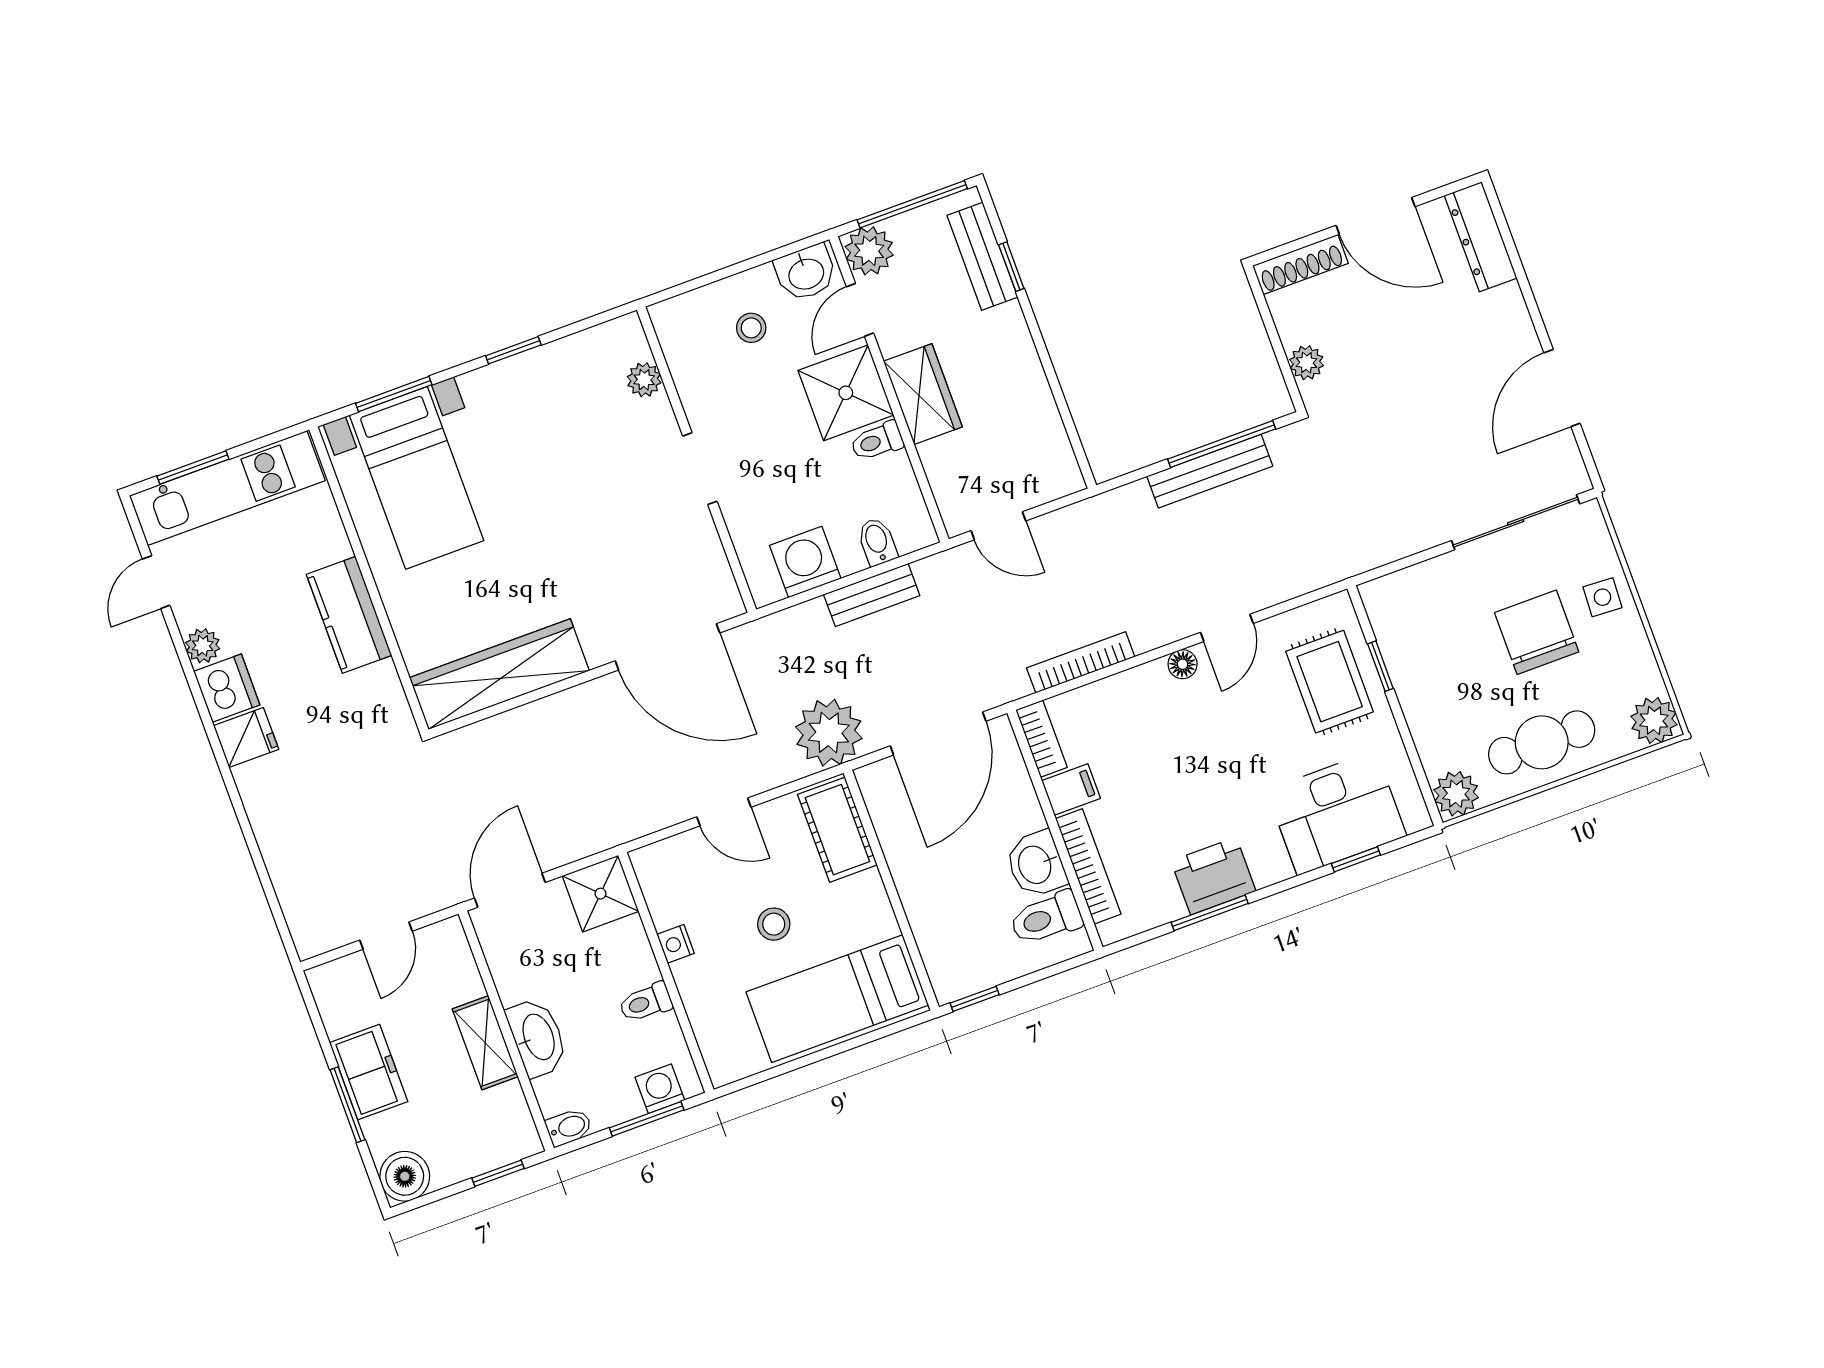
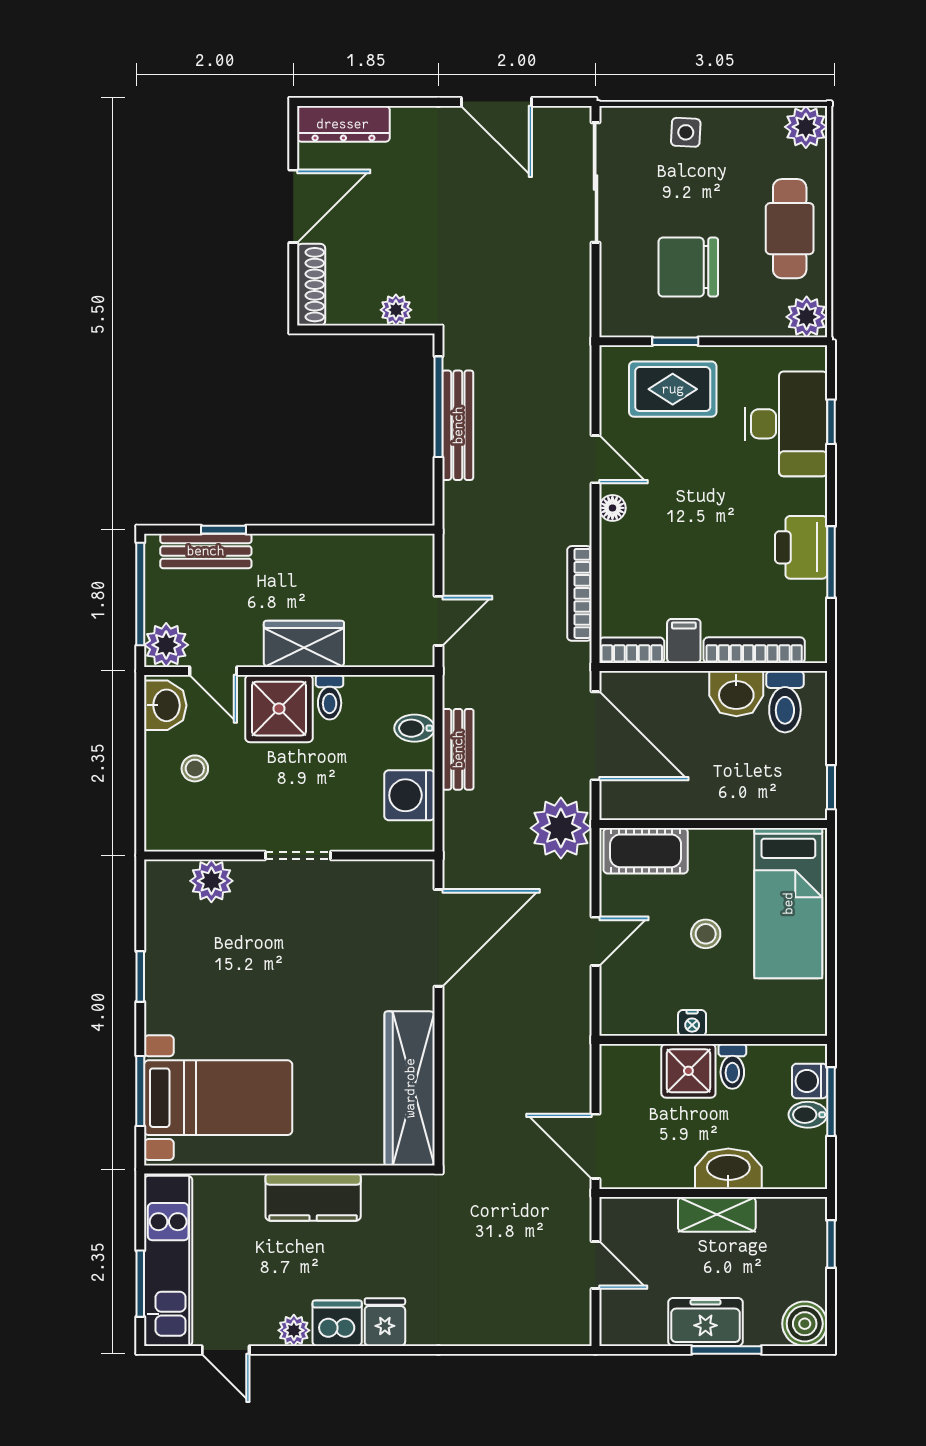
plant: (644, 380) -> (211, 881), width x1.38, depth x1.38
chair: (1537, 632) -> (688, 267), moved
shower: (601, 894) -> (688, 1071), moved
bidet: (569, 1127) -> (808, 1115), moved, turned -90

